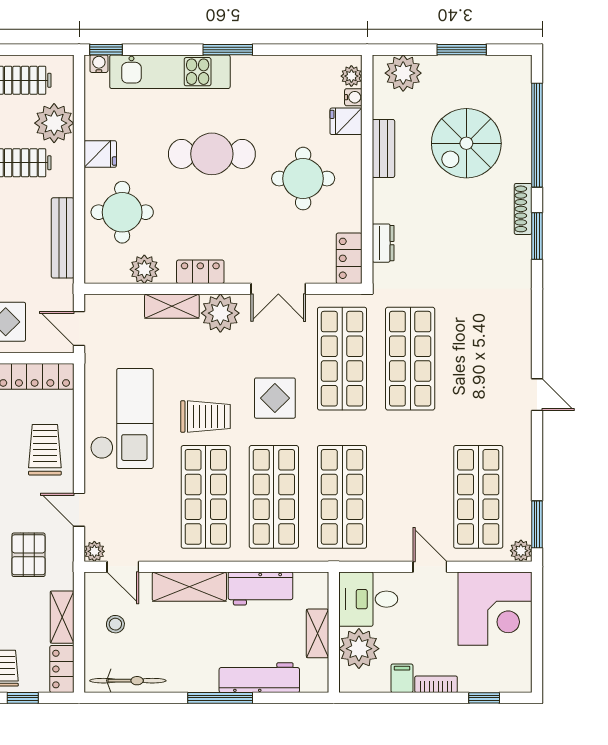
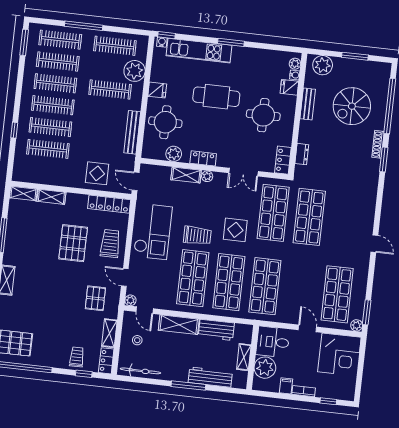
plant: (220, 313) -> (207, 176), width x0.53, depth x0.53

